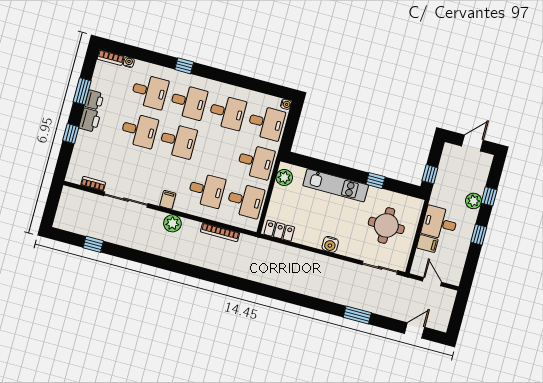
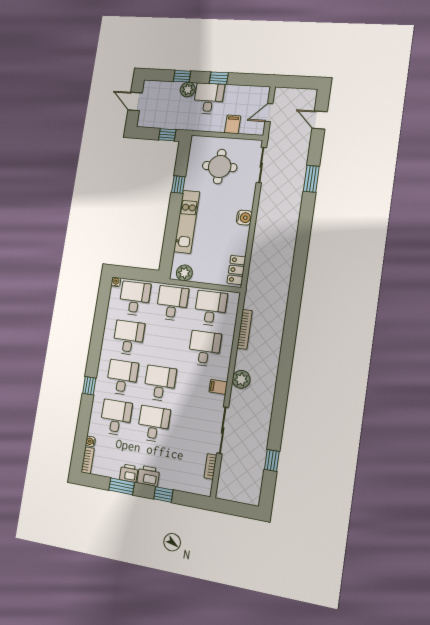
desk: (440, 223) -> (209, 98), moved, turned 180

